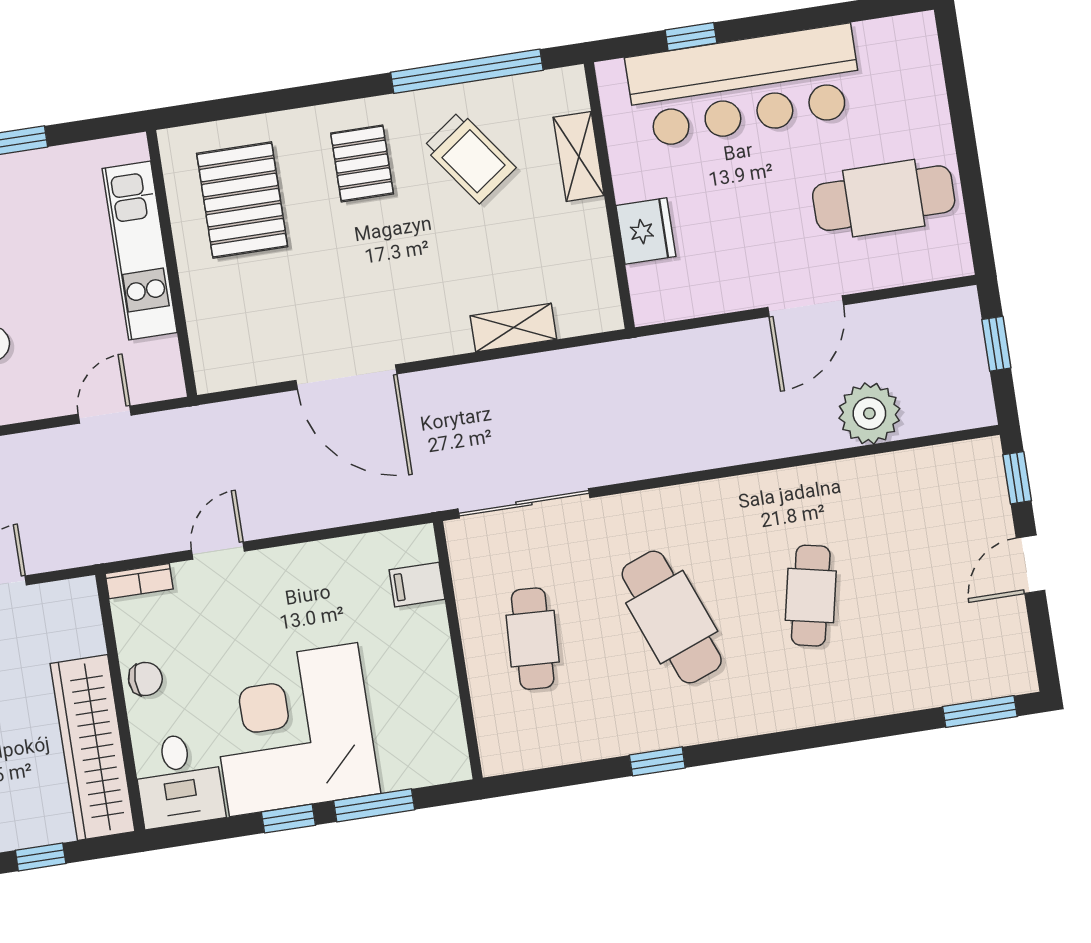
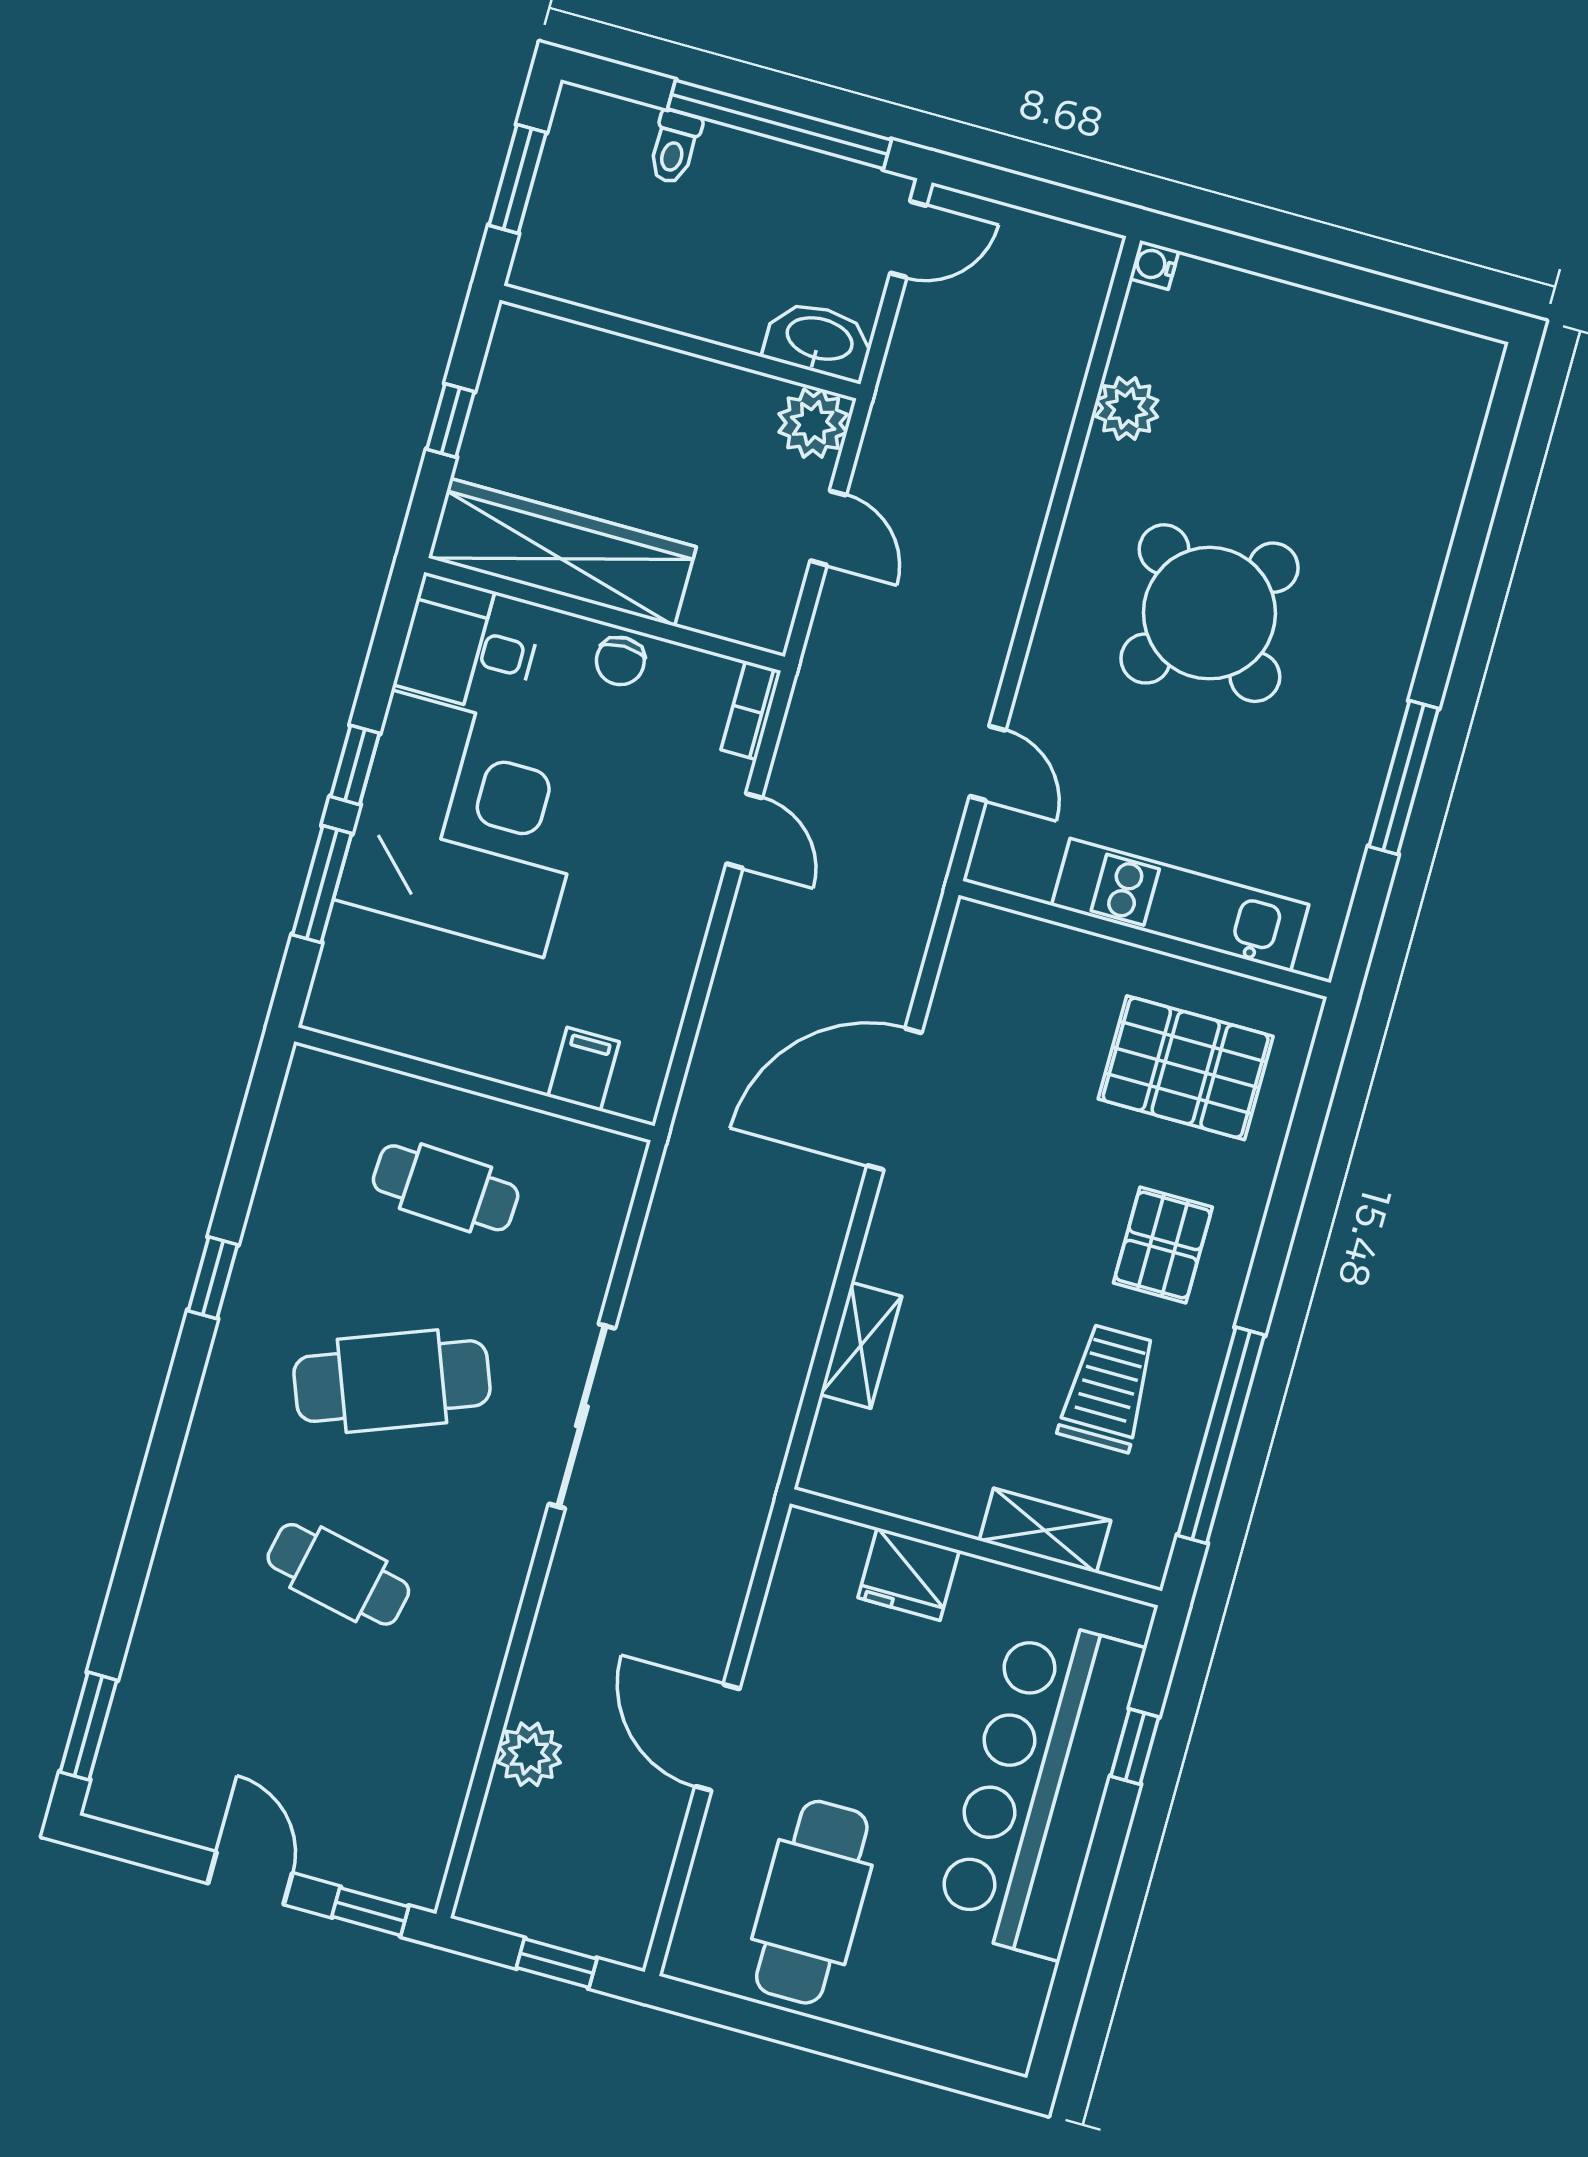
trolley: (469, 157) -> (1108, 1388), turned 126
pallet: (362, 163) -> (1163, 1245), turned 90
plant: (869, 413) -> (529, 1754), width x0.73, depth x0.73
sliding door: (524, 503) -> (582, 1416), moved

